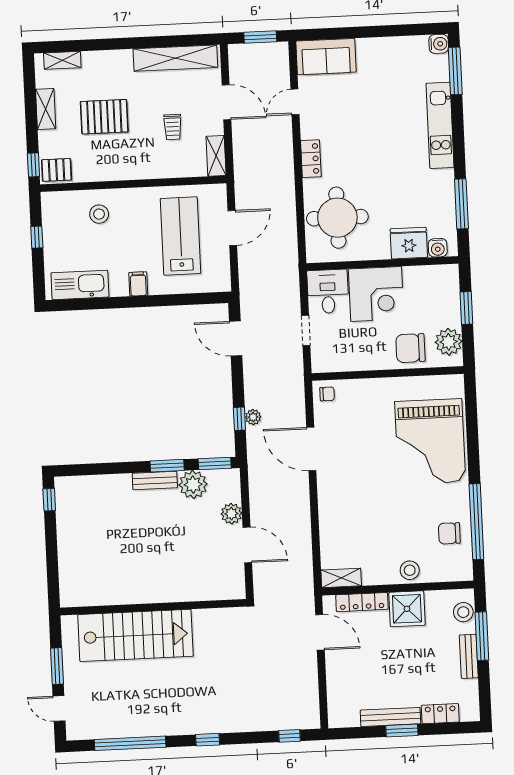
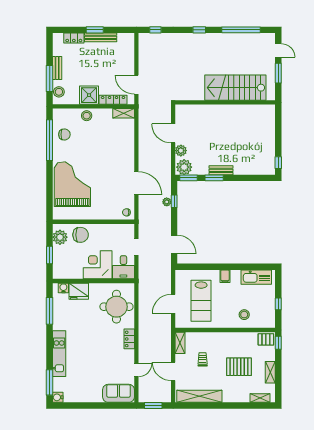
plant: (193, 485) -> (184, 167), moved

